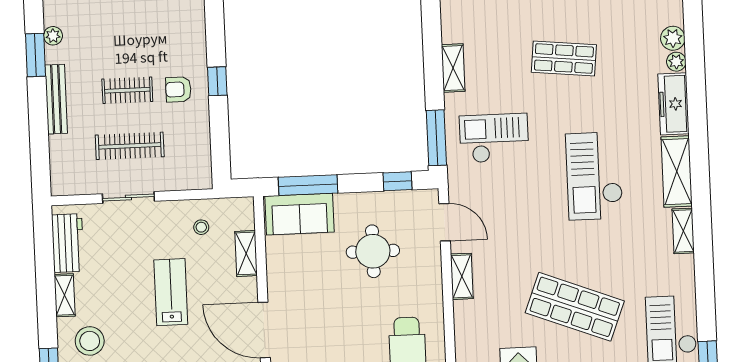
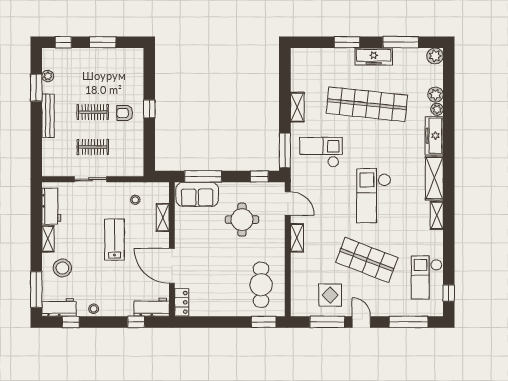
shop shelf: (564, 59) -> (367, 104), width x2.00, depth x1.36
clothes rail: (130, 146) -> (93, 147), width x0.73
checkout: (594, 176) -> (374, 196), moved

